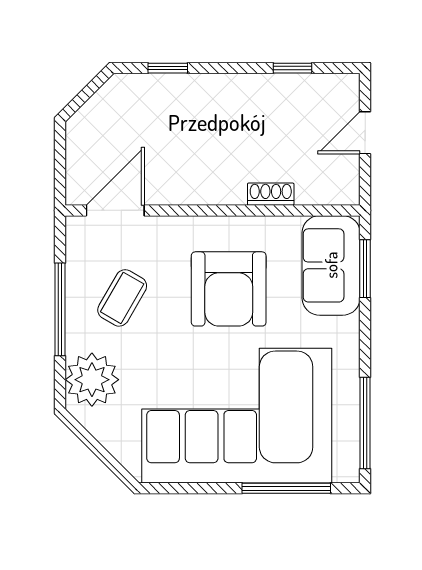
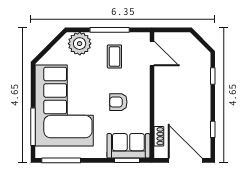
door: (365, 133) -> (185, 160), width x1.88
shoe rack: (271, 194) -> (159, 136), moved
armchair: (229, 289) -> (118, 102), width x0.53, depth x0.53
coffee table: (122, 298) -> (114, 56), turned 60

